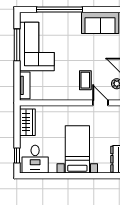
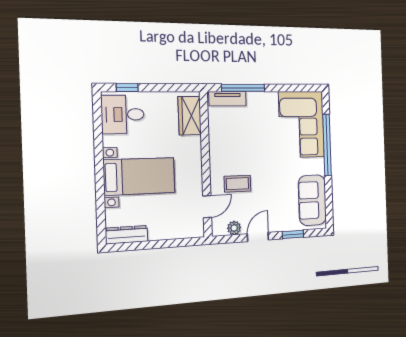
window: (17, 45) -> (243, 88), moved
corner sofa: (37, 47) -> (302, 124), moved, turned 90
wardrobe: (27, 122) -> (190, 116), moved, turned 90

